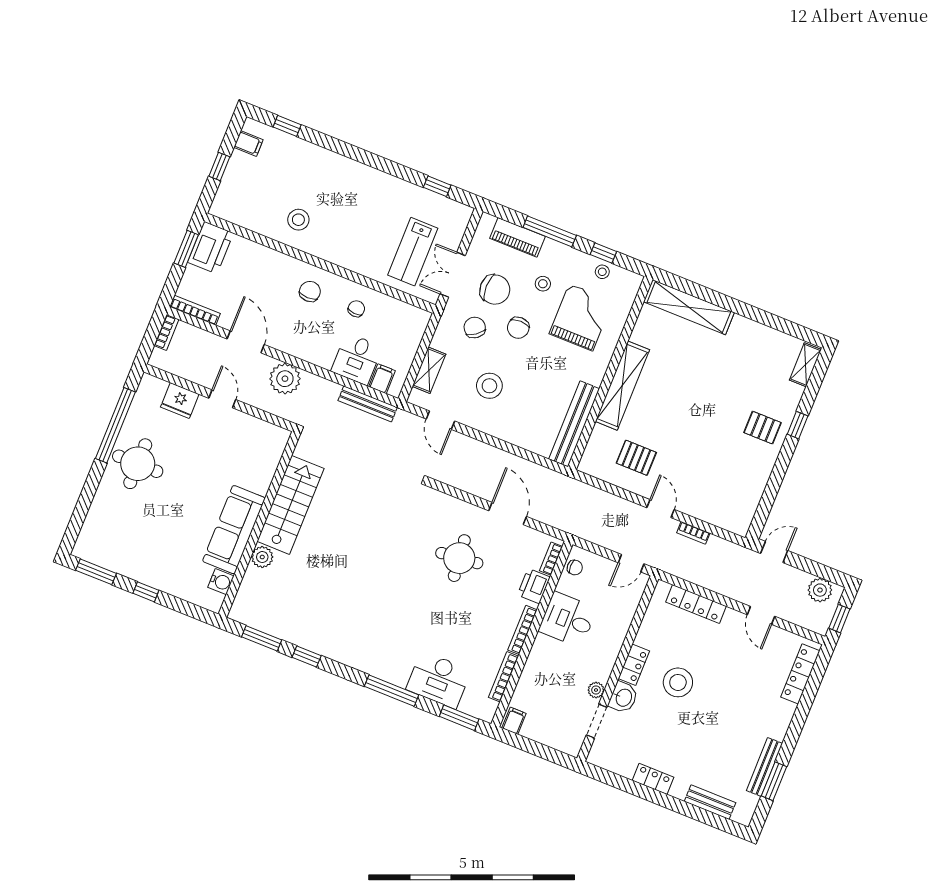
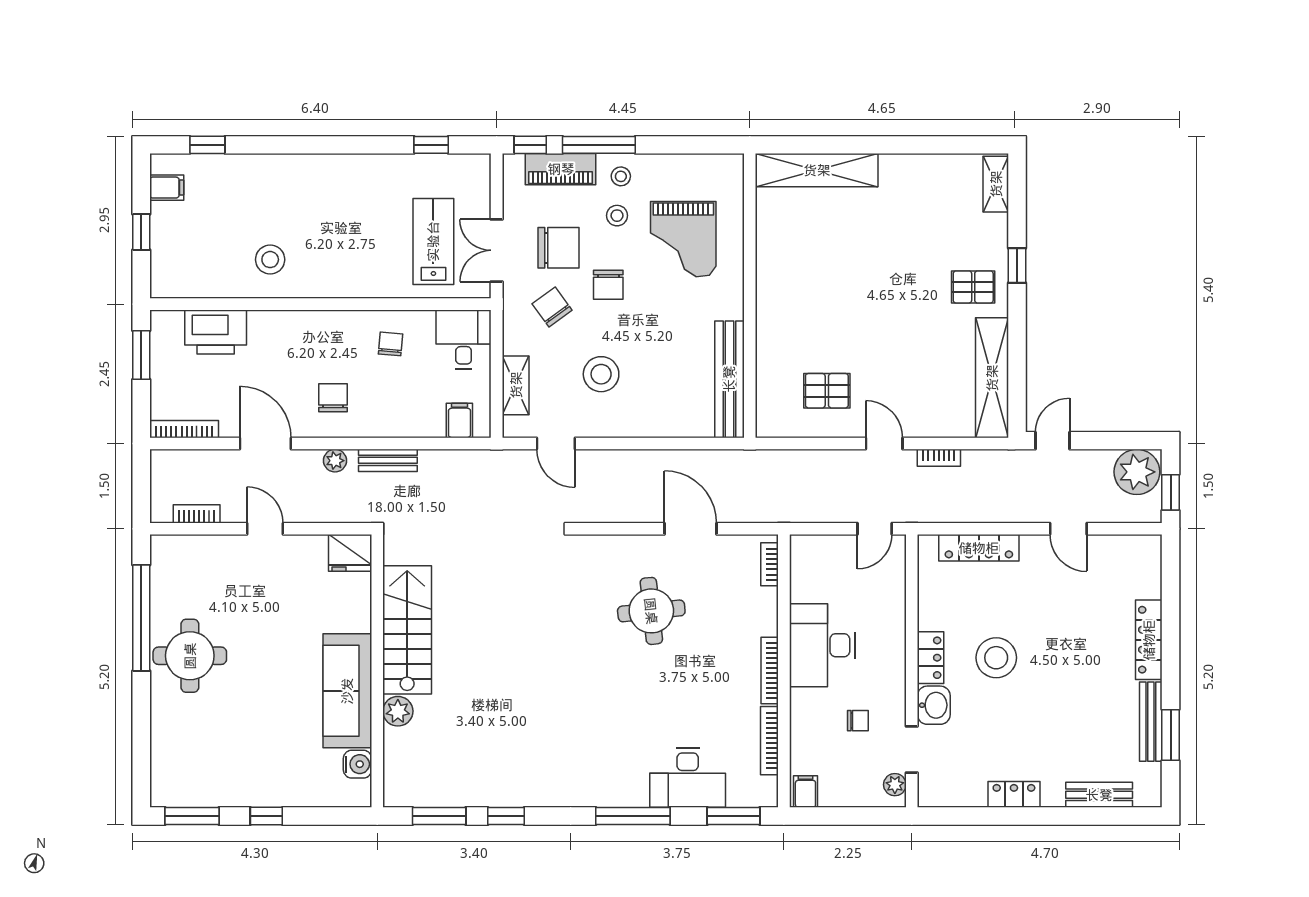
printer: (211, 248) -> (216, 332), moved, turned 90
lab bench: (413, 252) -> (433, 241), turned 180
window: (603, 253) -> (530, 145), moved
stool: (602, 272) -> (621, 176), moved
chair: (310, 291) -> (333, 398), moved
grand piano: (581, 317) -> (683, 239), turned 180
bookcase: (166, 333) -> (197, 514), moved, turned -90
desk: (357, 359) -> (464, 339), moved, turned 180
plant: (285, 379) -> (335, 461), width x0.53, depth x0.53
shelving: (622, 386) -> (992, 378), moved
fridge: (180, 401) -> (350, 553), moved
bench: (368, 404) -> (388, 460), moved, width x0.73
chair: (575, 568) -> (858, 721), moved
printer: (534, 586) -> (761, 608), removed
plant: (820, 590) -> (1137, 472), width x1.36, depth x1.36
desk: (568, 620) -> (822, 645), width x1.37
locker: (800, 674) -> (1149, 640), moved
plant: (596, 690) -> (895, 785), moved

